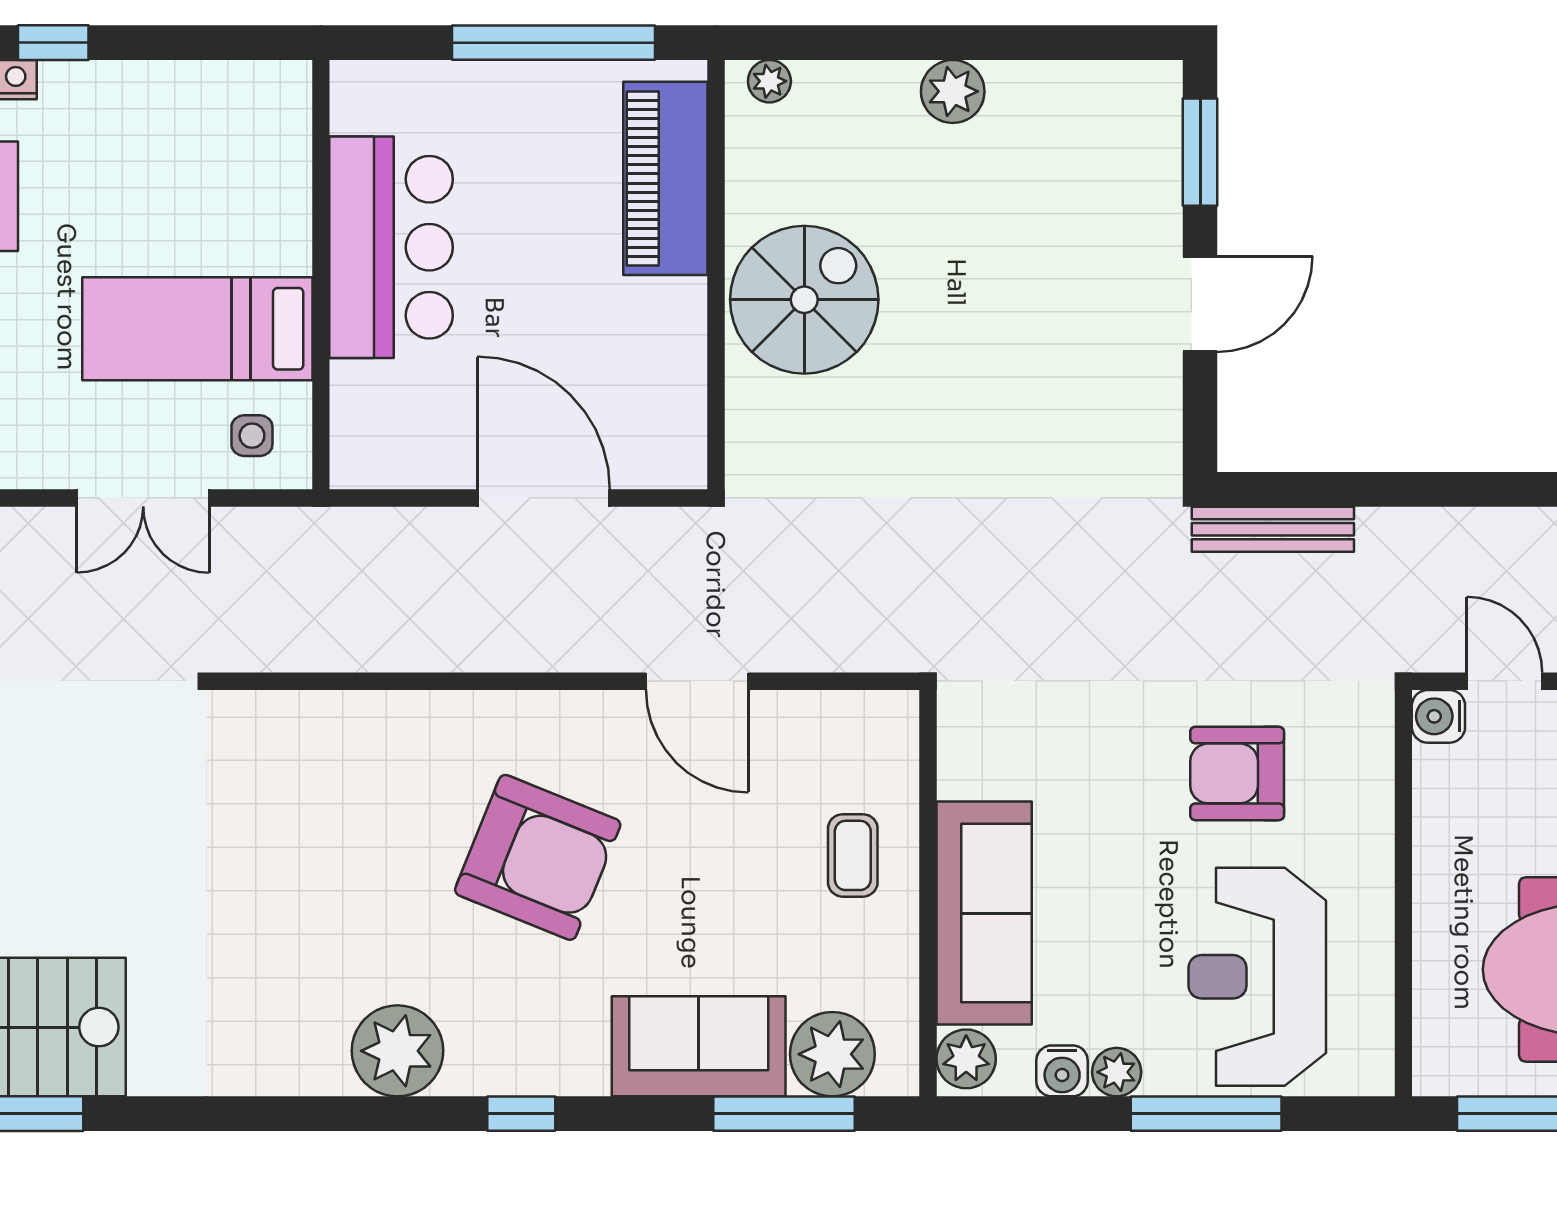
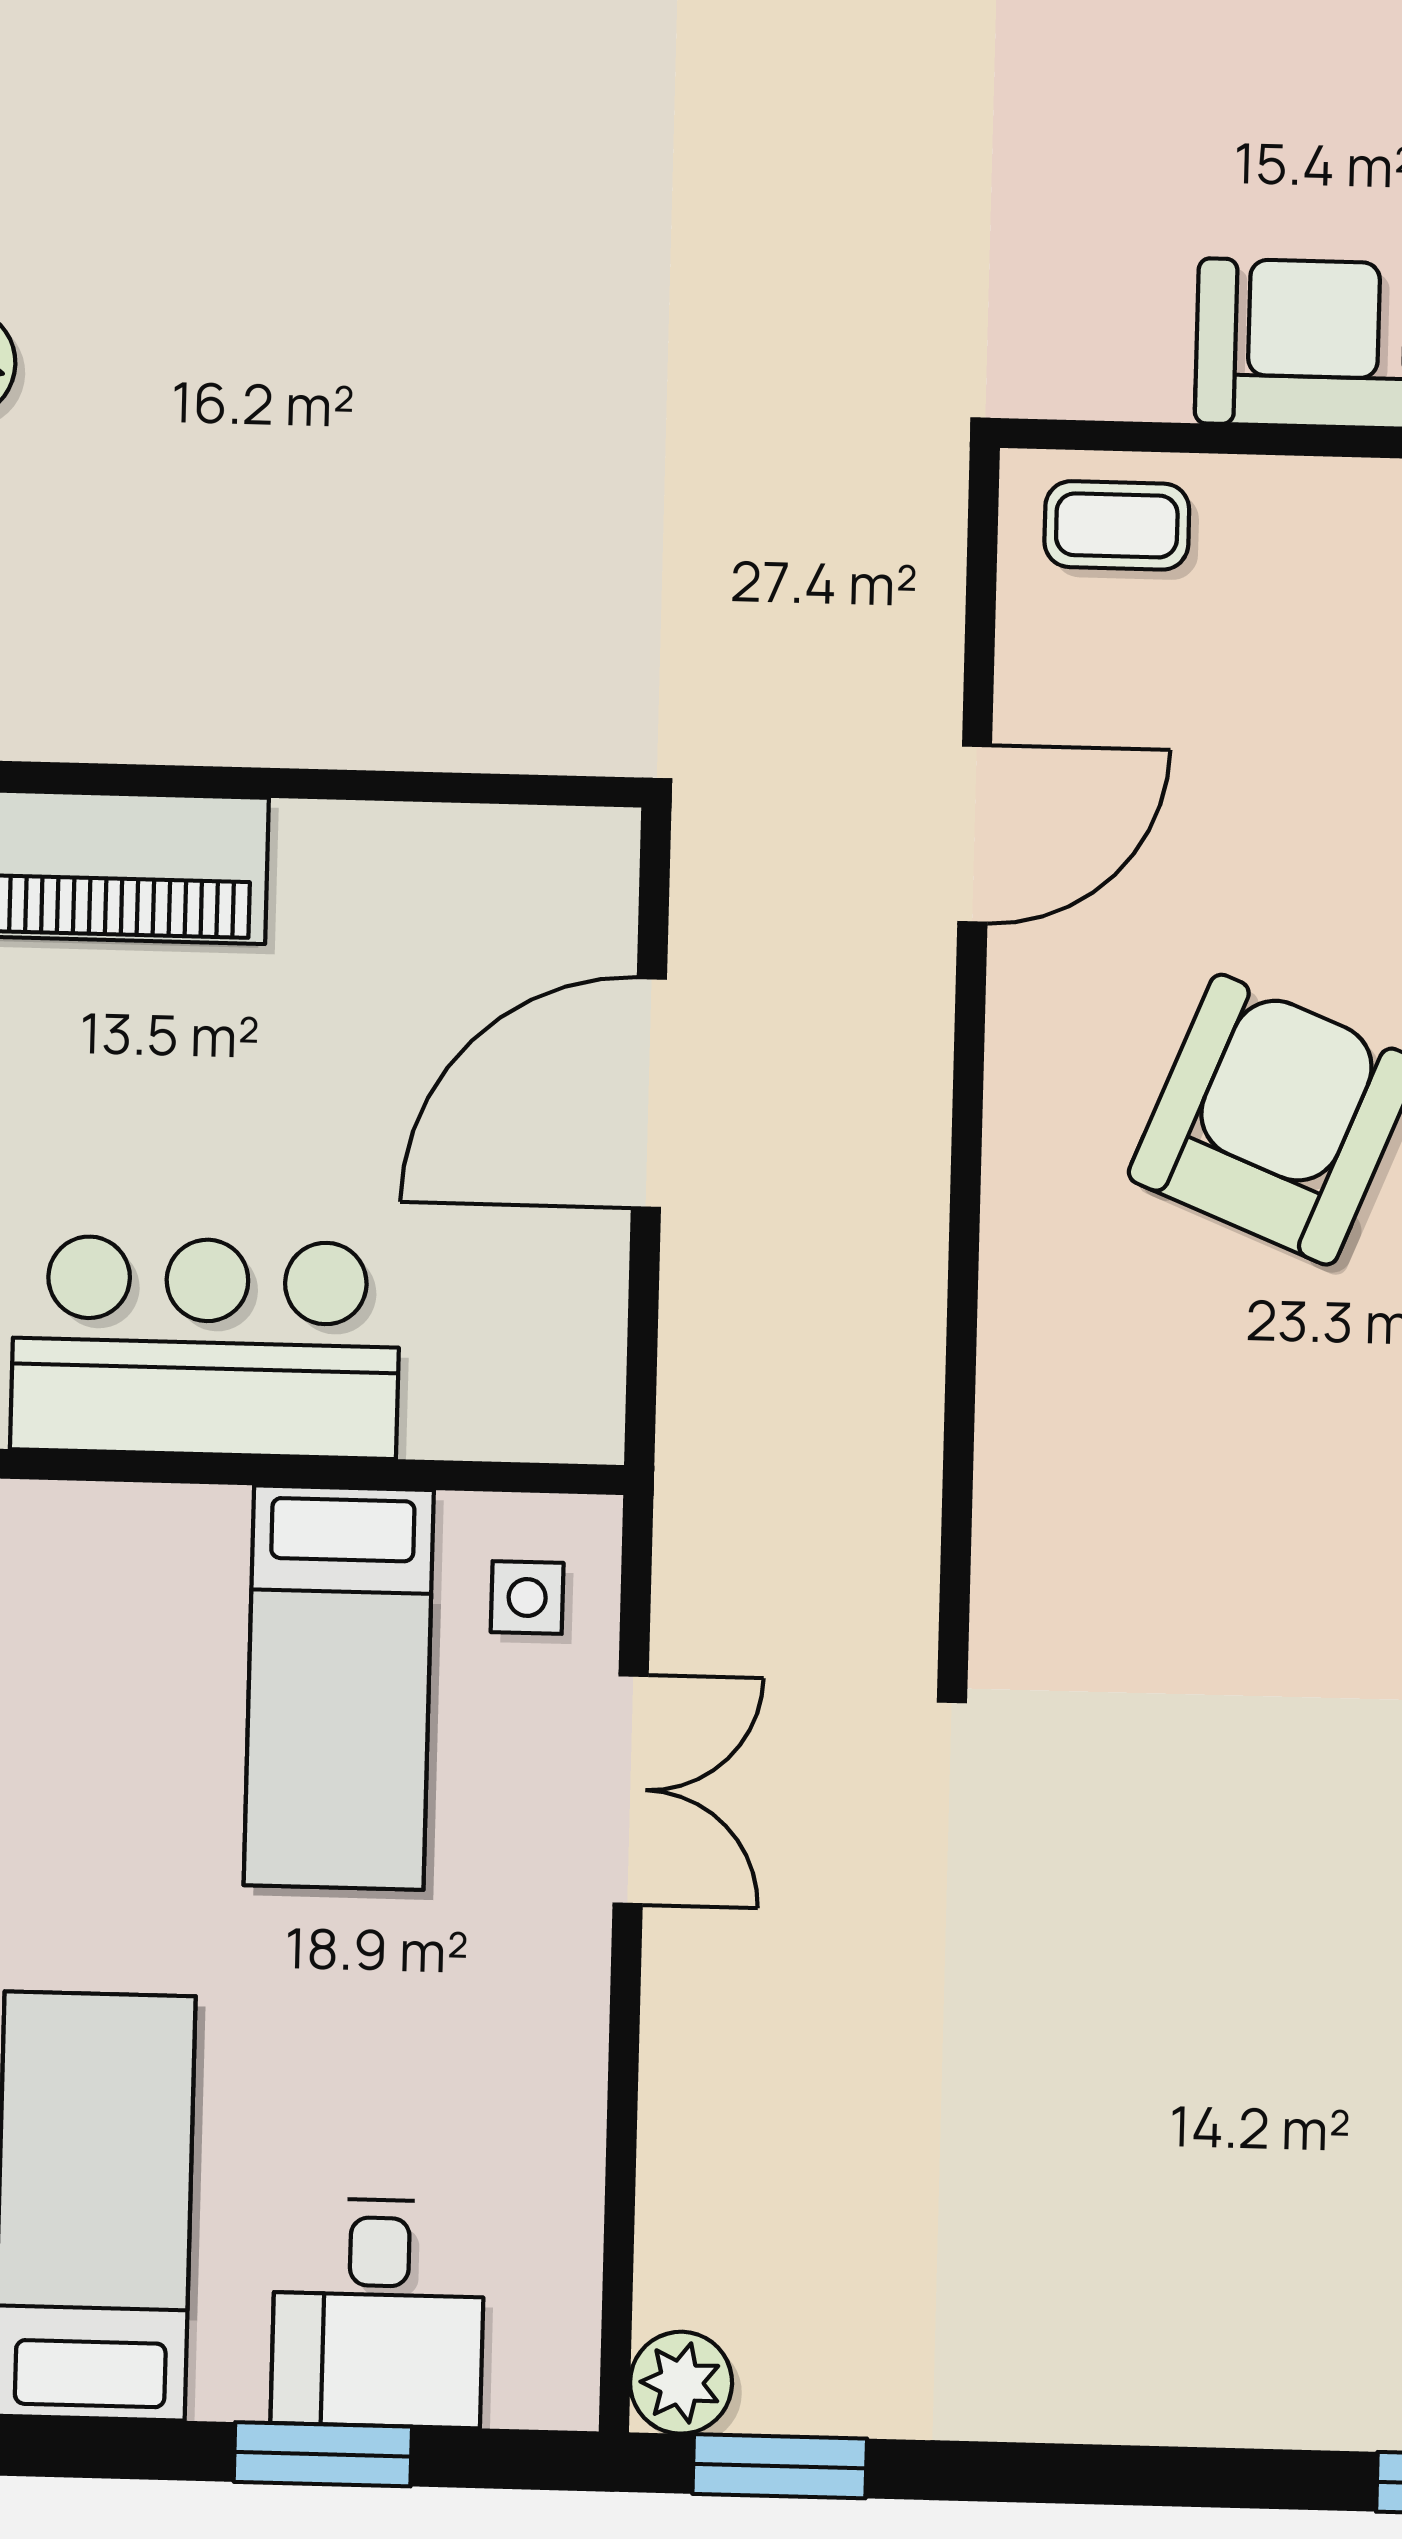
spiral stairs: (804, 300) -> (316, 631), removed
coffee table: (853, 855) -> (1117, 525), moved

